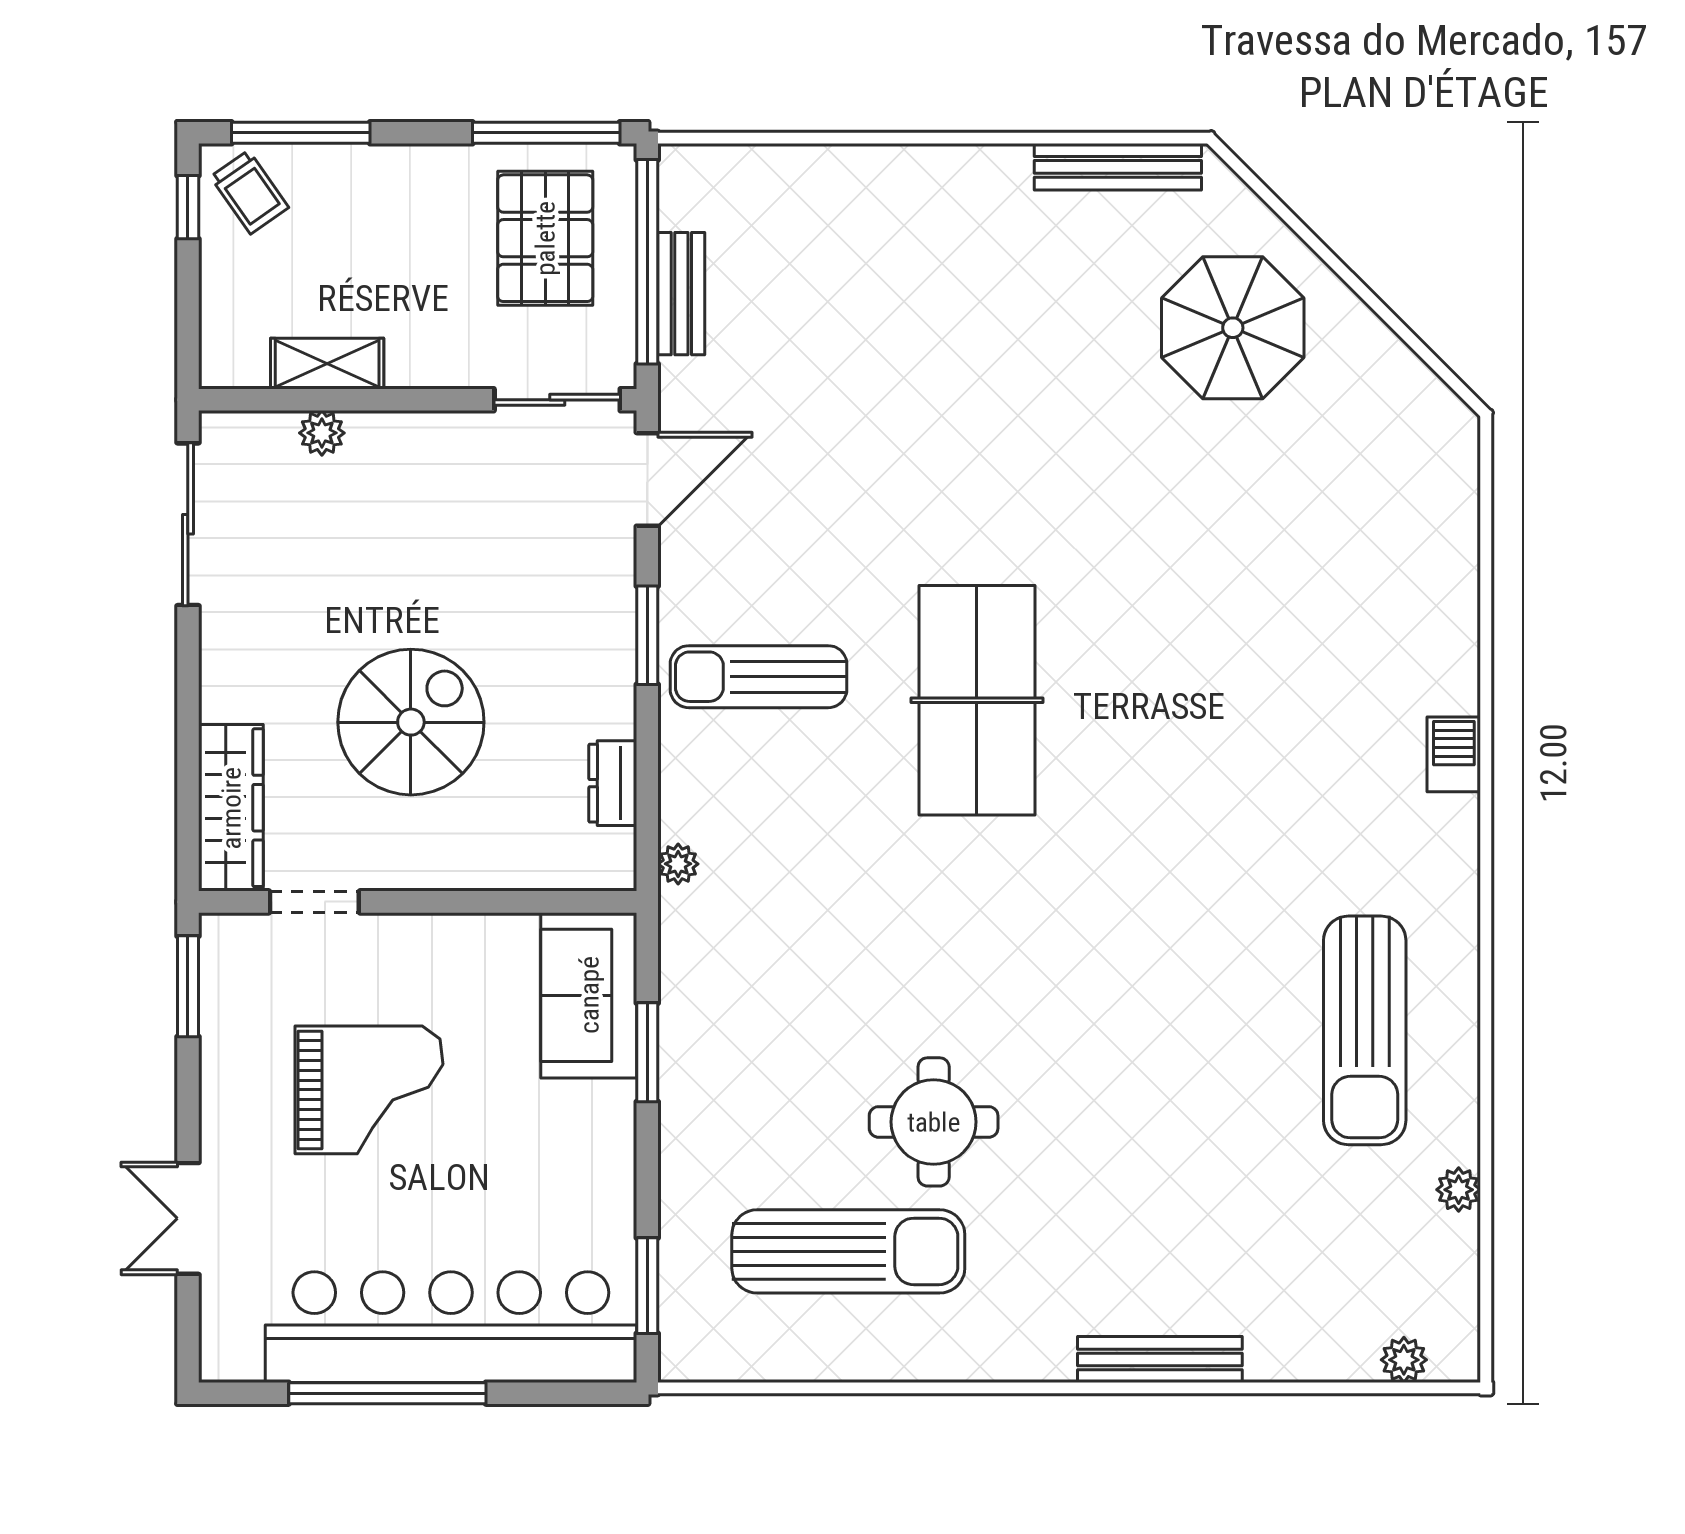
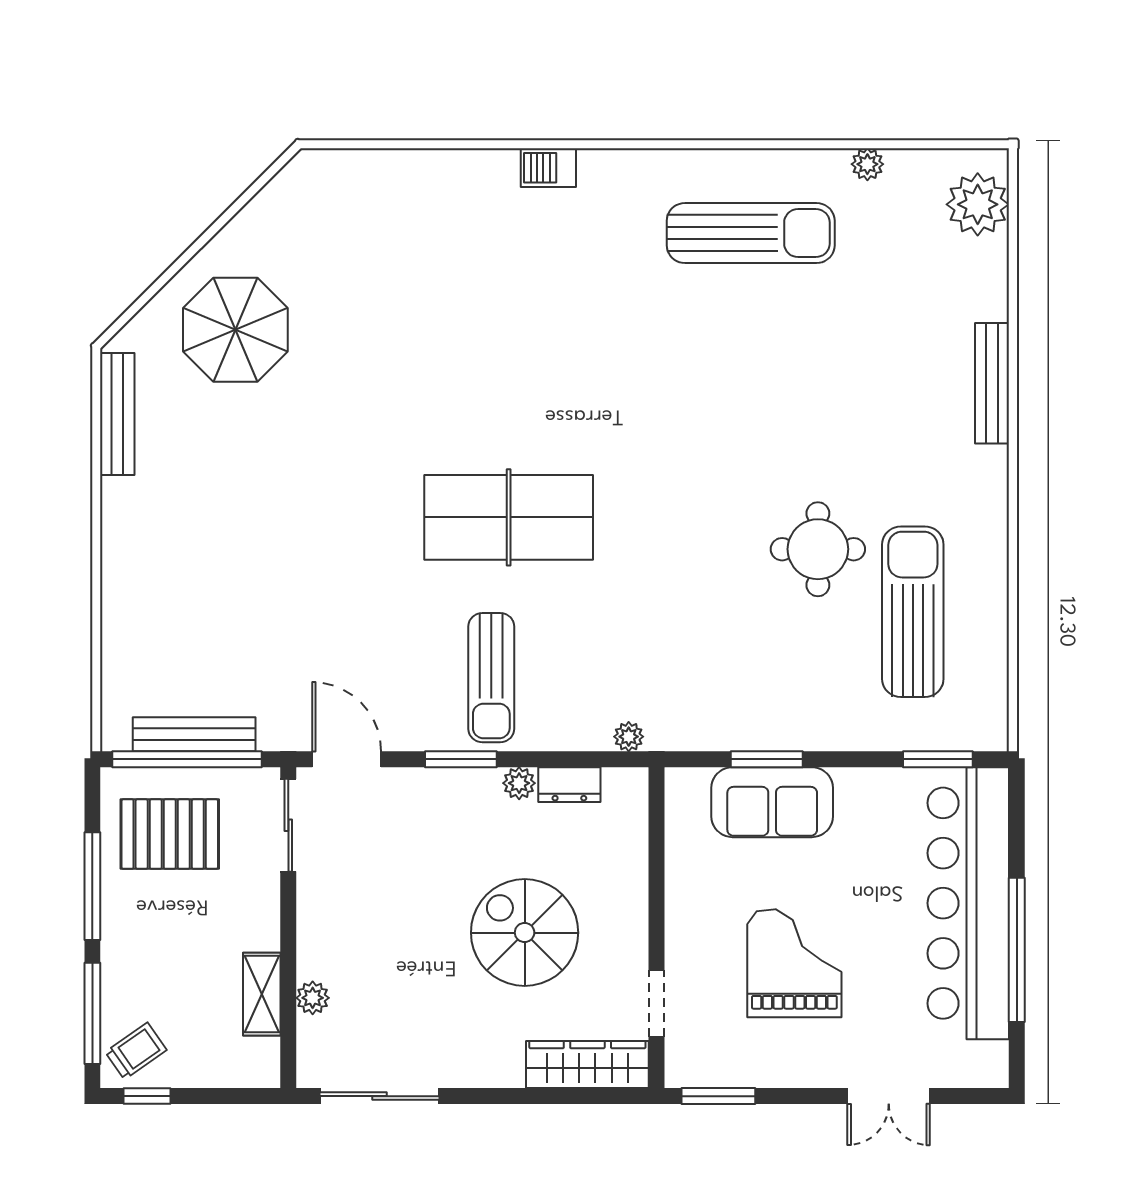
window: (546, 133) -> (92, 886), moved
bench: (681, 294) -> (194, 734), width x1.36
plant: (615, 714) -> (519, 783), added
sofa: (589, 995) -> (772, 802), moved
plant: (1404, 1360) -> (978, 204), width x1.88, depth x1.88

